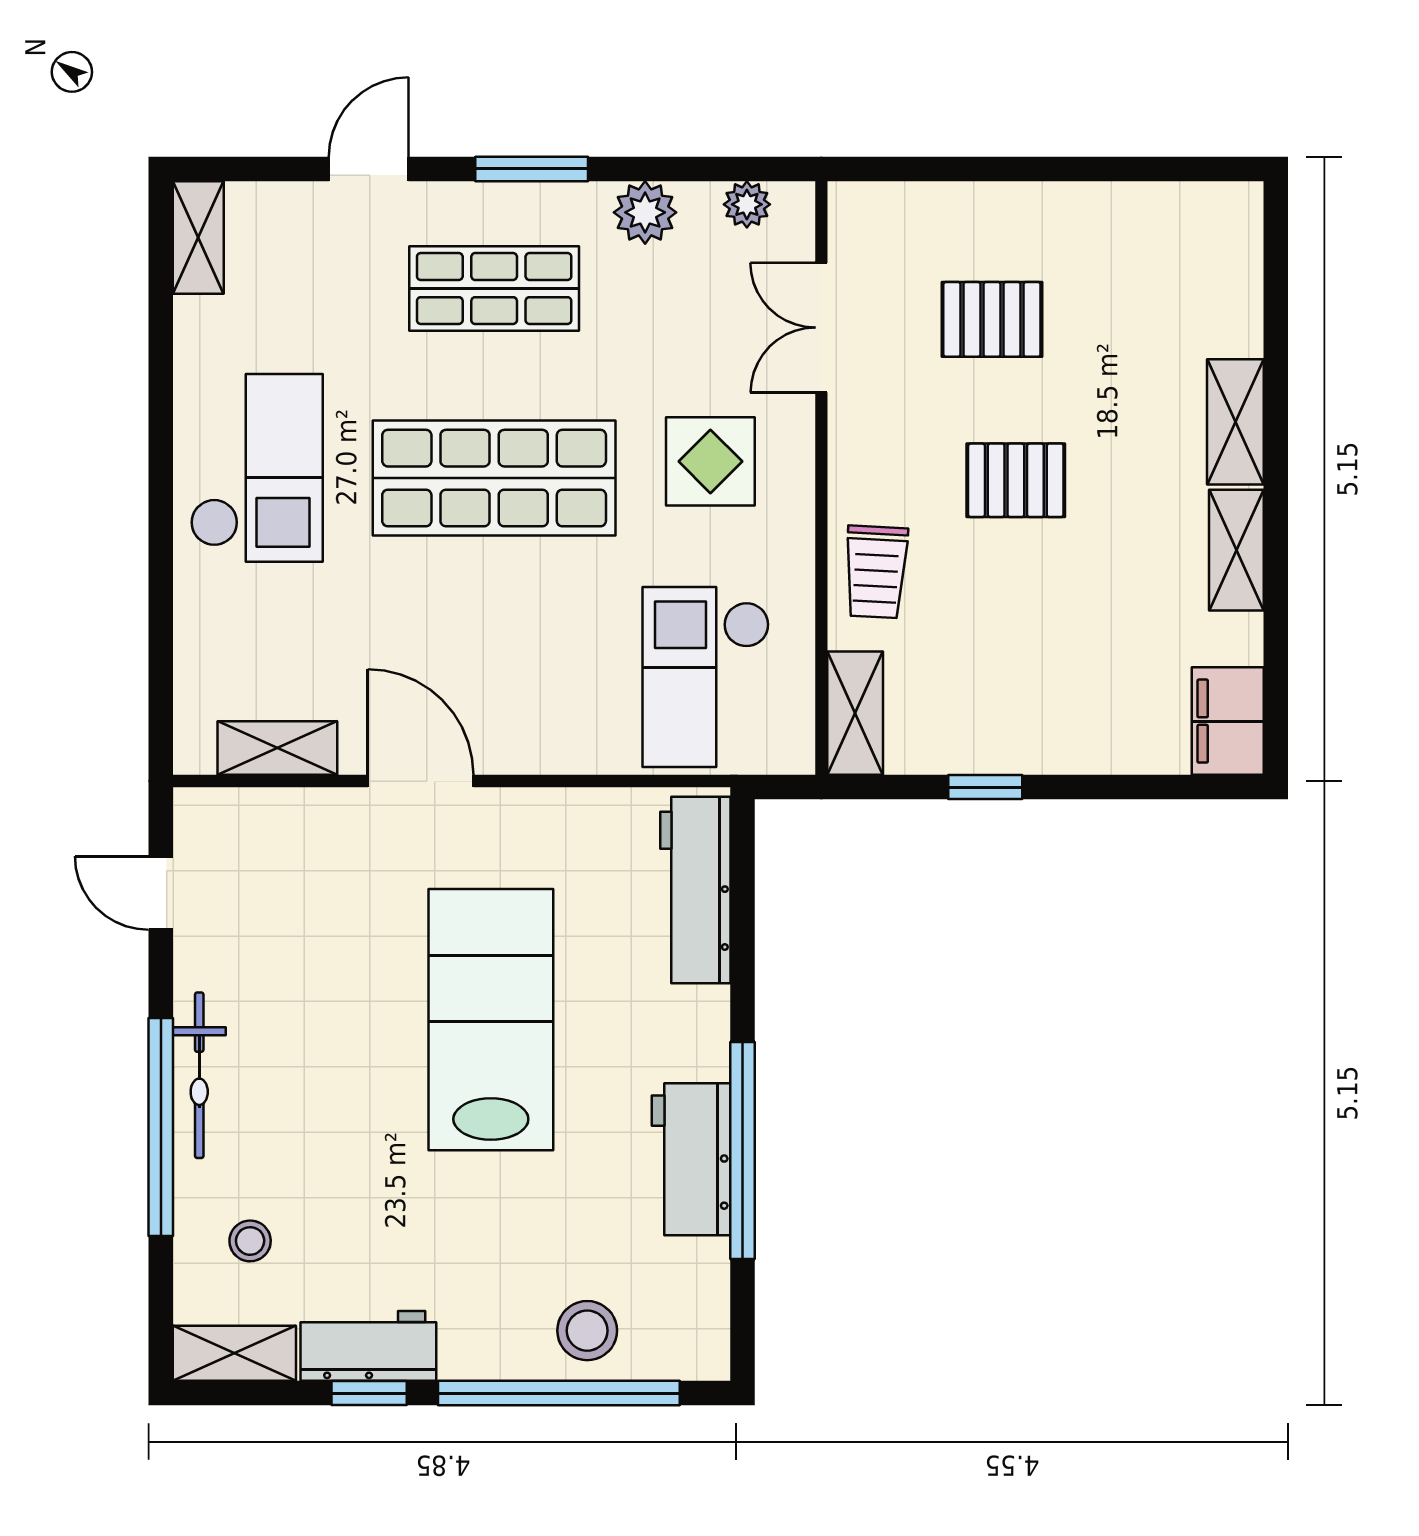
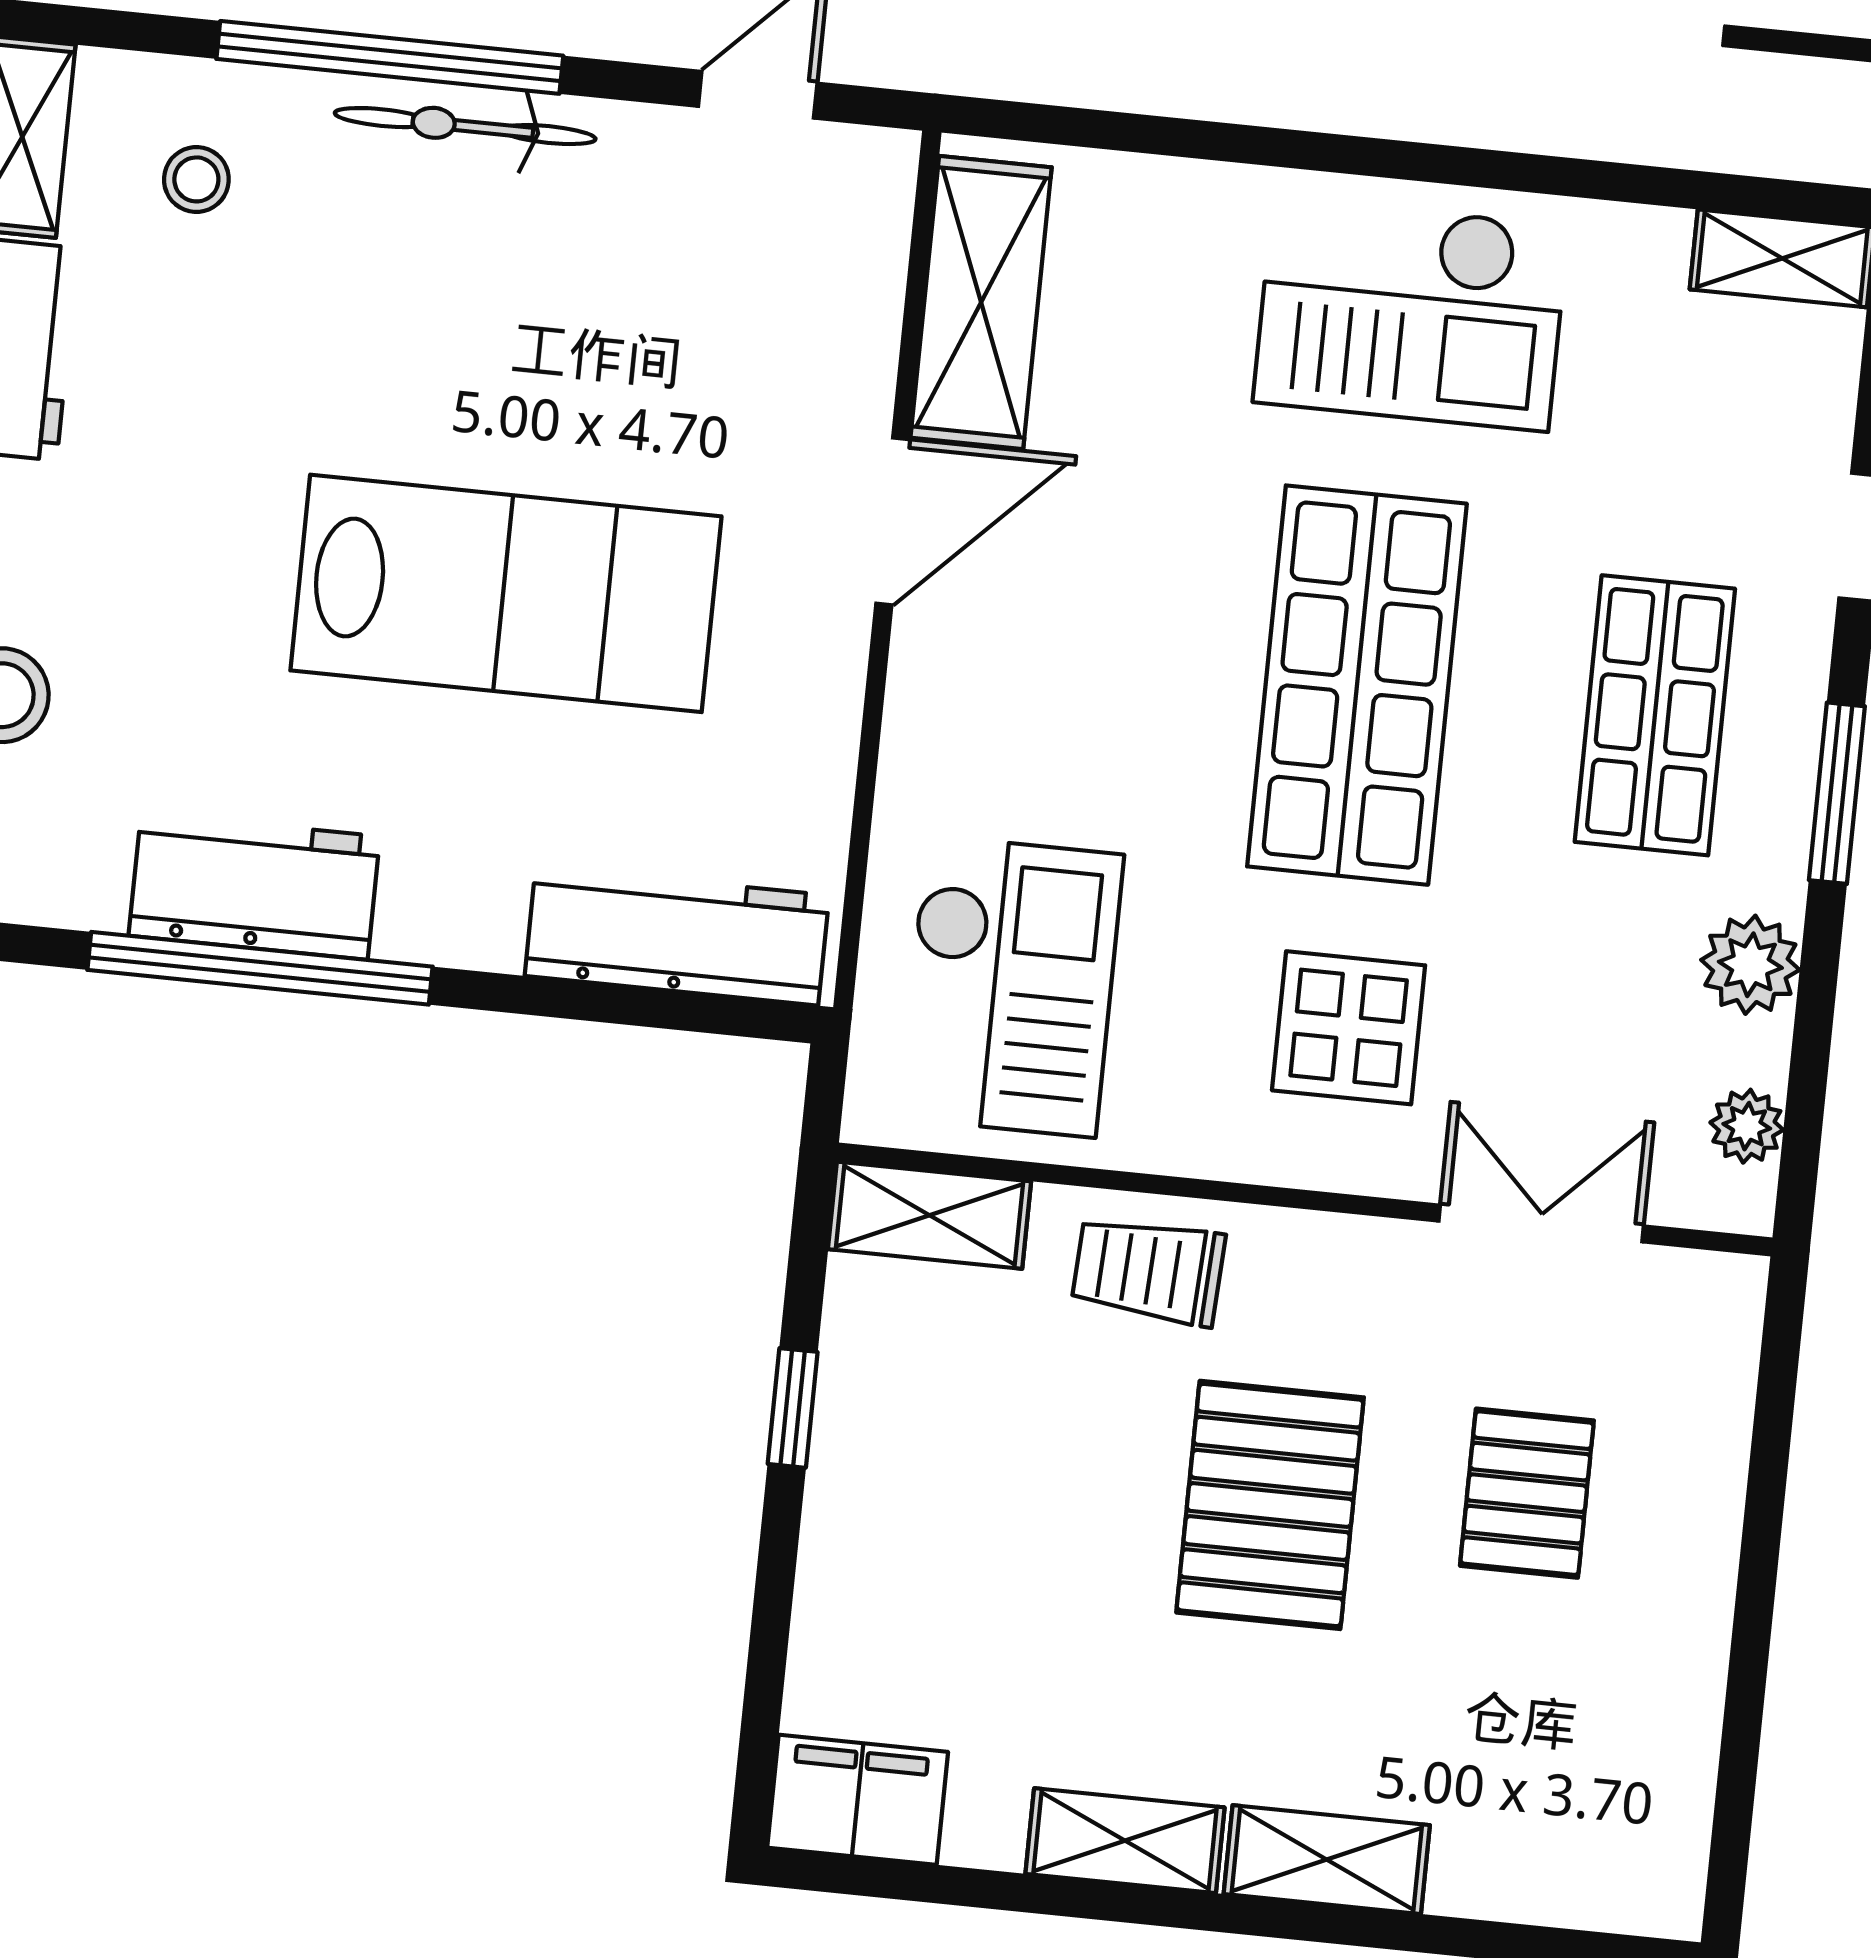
pallet: (1016, 480) -> (1270, 1505), width x1.50, depth x1.42
checkout: (706, 677) -> (1010, 986), turned 90
shelving: (277, 748) -> (981, 302), width x1.50, depth x1.33

